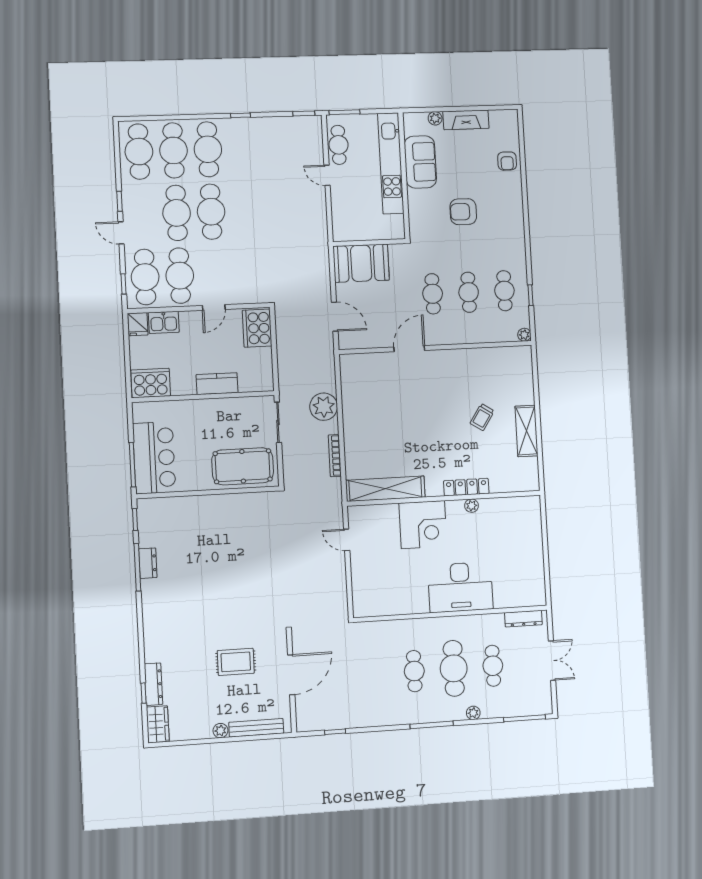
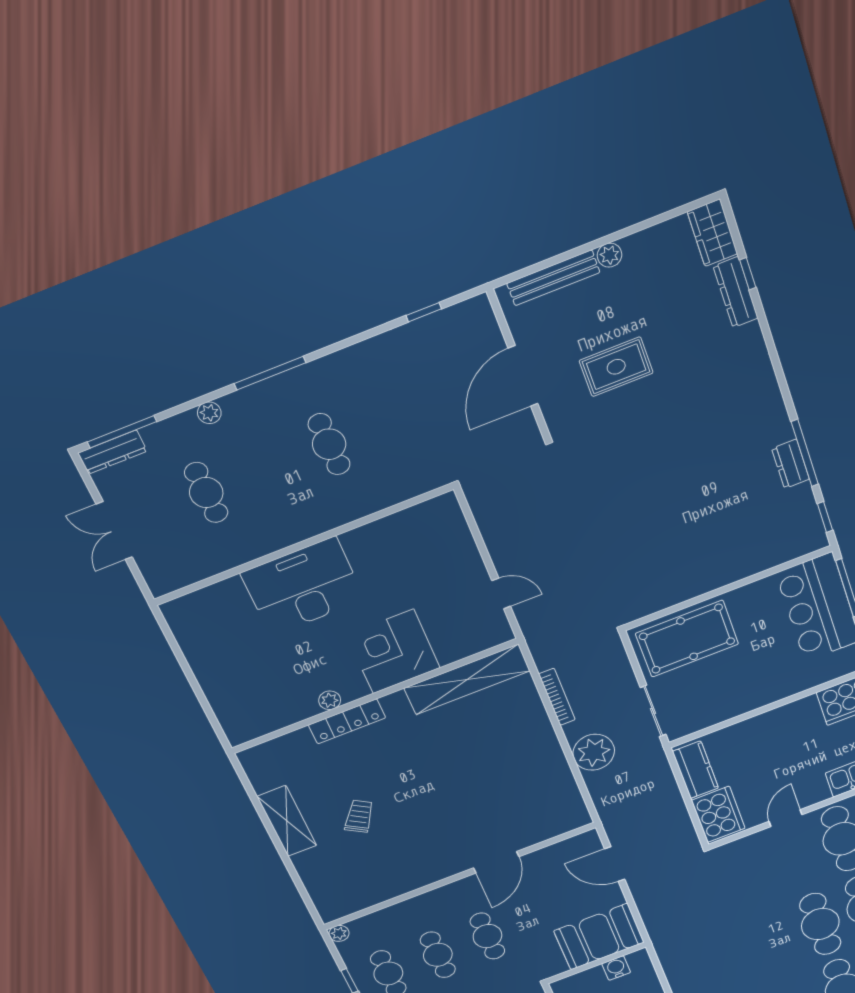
water cooler: (357, 233) -> (616, 968), added
kitchen counter: (217, 384) -> (695, 770), moved, turned -90
dresser: (523, 619) -> (113, 452), moved, turned 180
cafe table: (454, 668) -> (268, 468), removed

